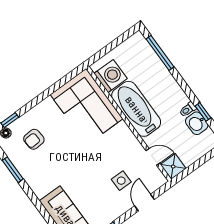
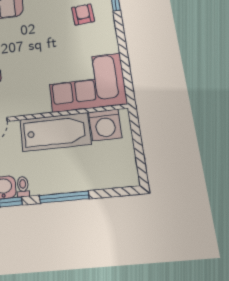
window: (160, 53) -> (64, 197), moved

